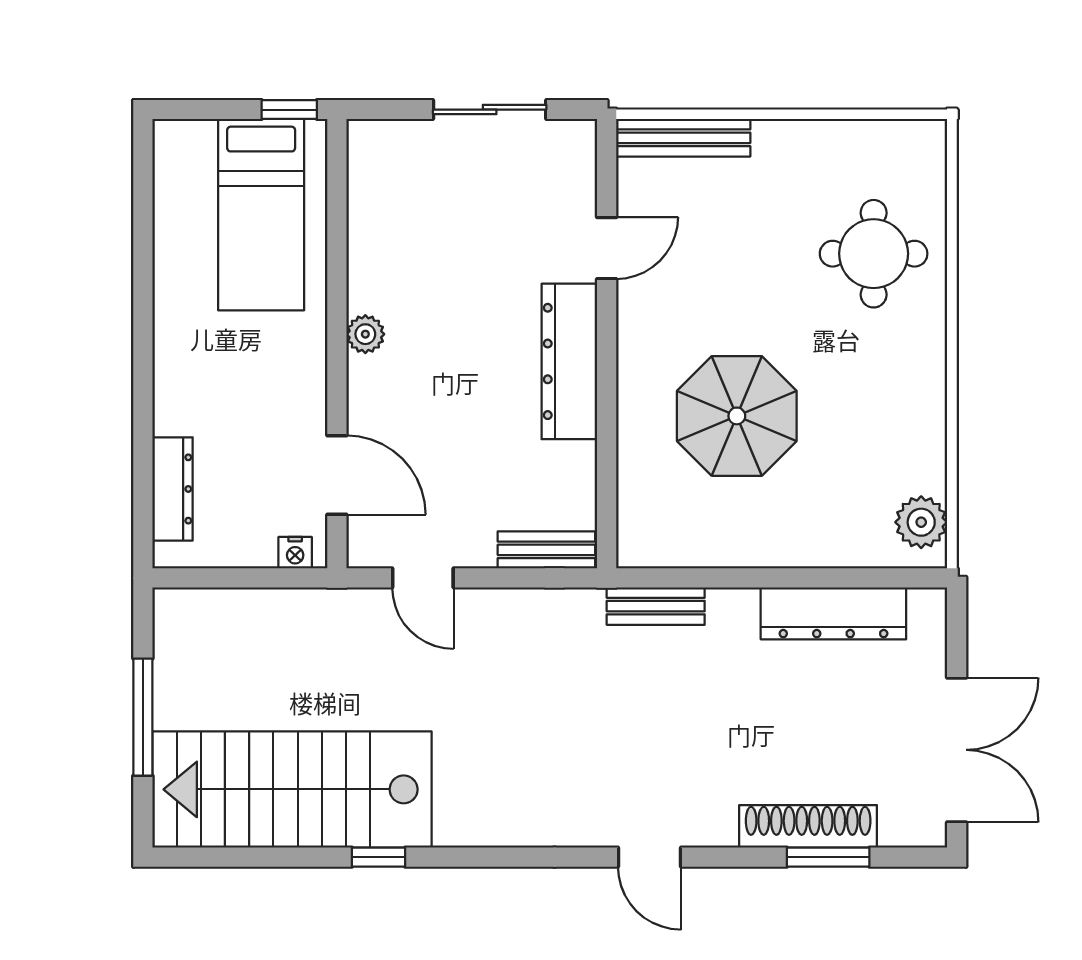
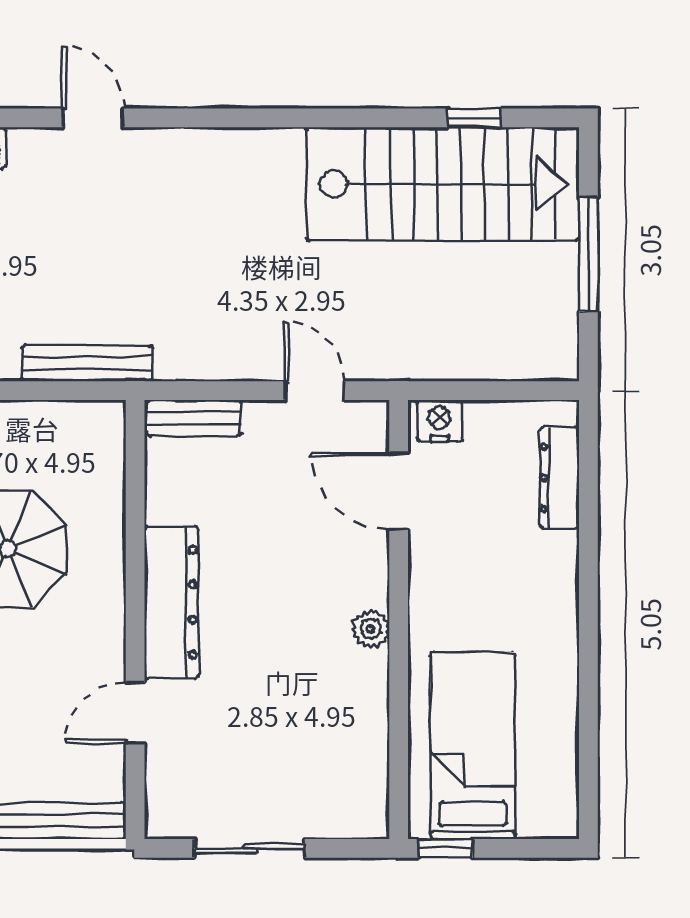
nightstand: (295, 553) -> (439, 421), width x1.39, depth x1.35
bench: (656, 606) -> (87, 363), width x1.36
window: (378, 857) -> (474, 118), moved

